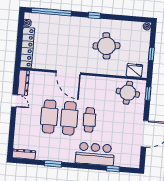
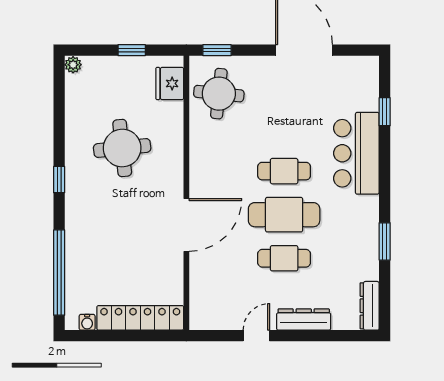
dresser: (23, 83) -> (304, 320), moved
cafe table: (49, 116) -> (284, 258), width x0.73, depth x0.74

